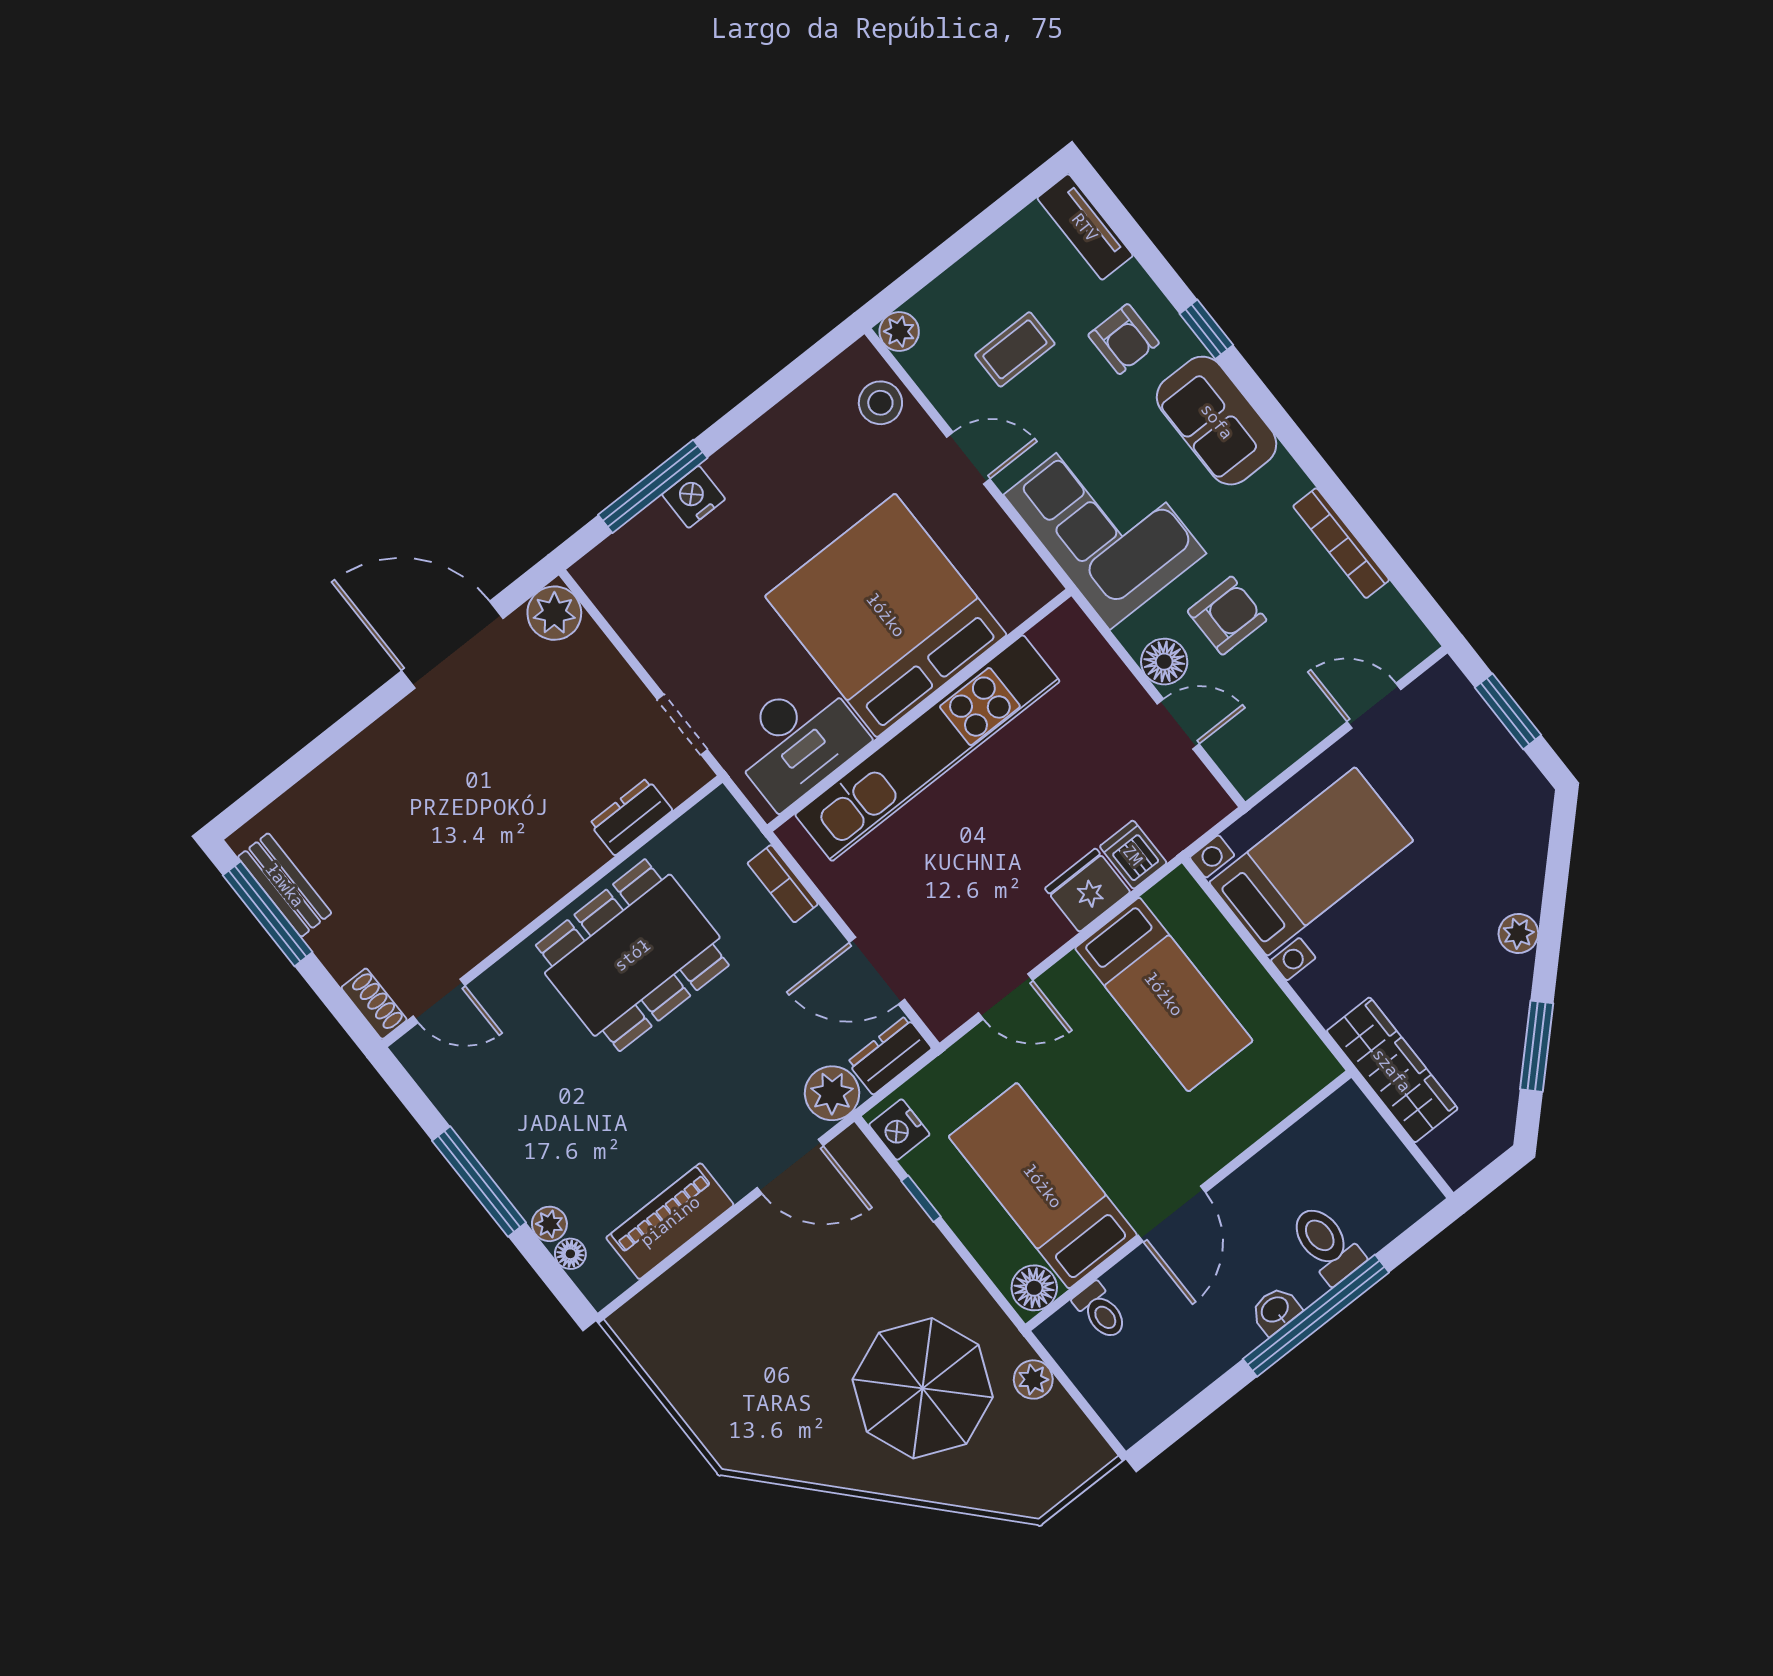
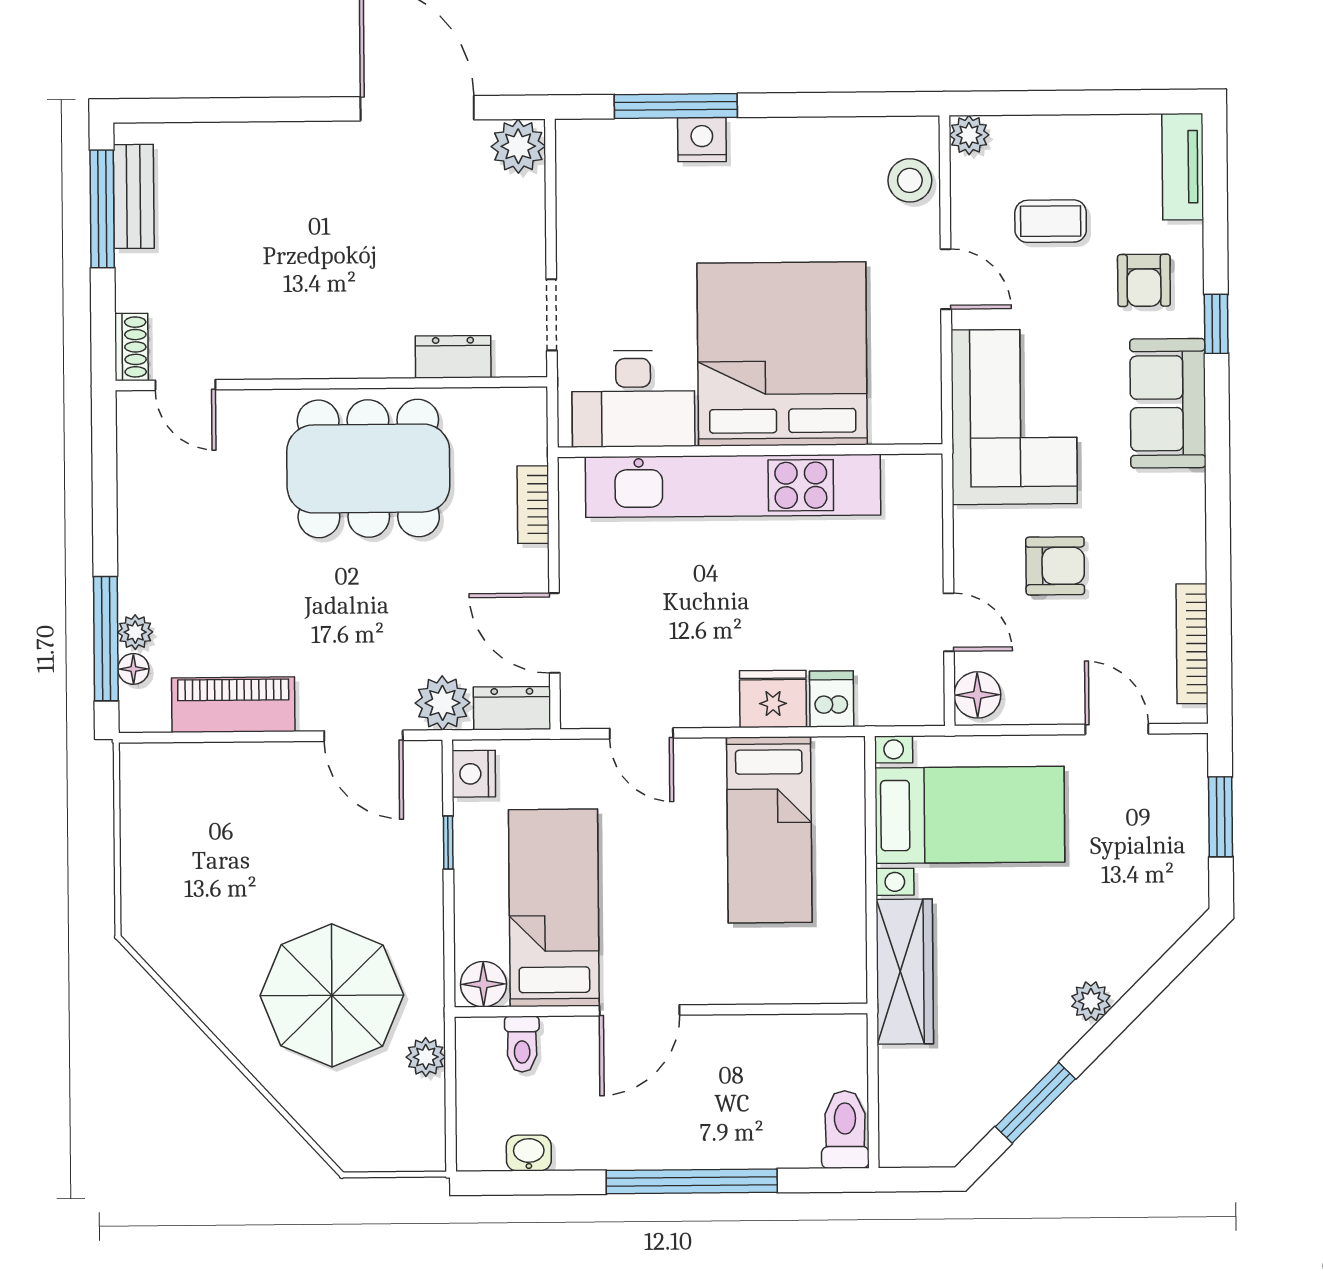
bookcase: (1341, 543) -> (1192, 644), moved
floor lamp: (1164, 662) -> (977, 695), moved
wardrobe: (1392, 1070) -> (905, 972), moved
window: (479, 1182) -> (106, 639), moved
toilet: (1326, 1244) -> (845, 1129), moved
washbasin: (1275, 1310) -> (529, 1153), moved

